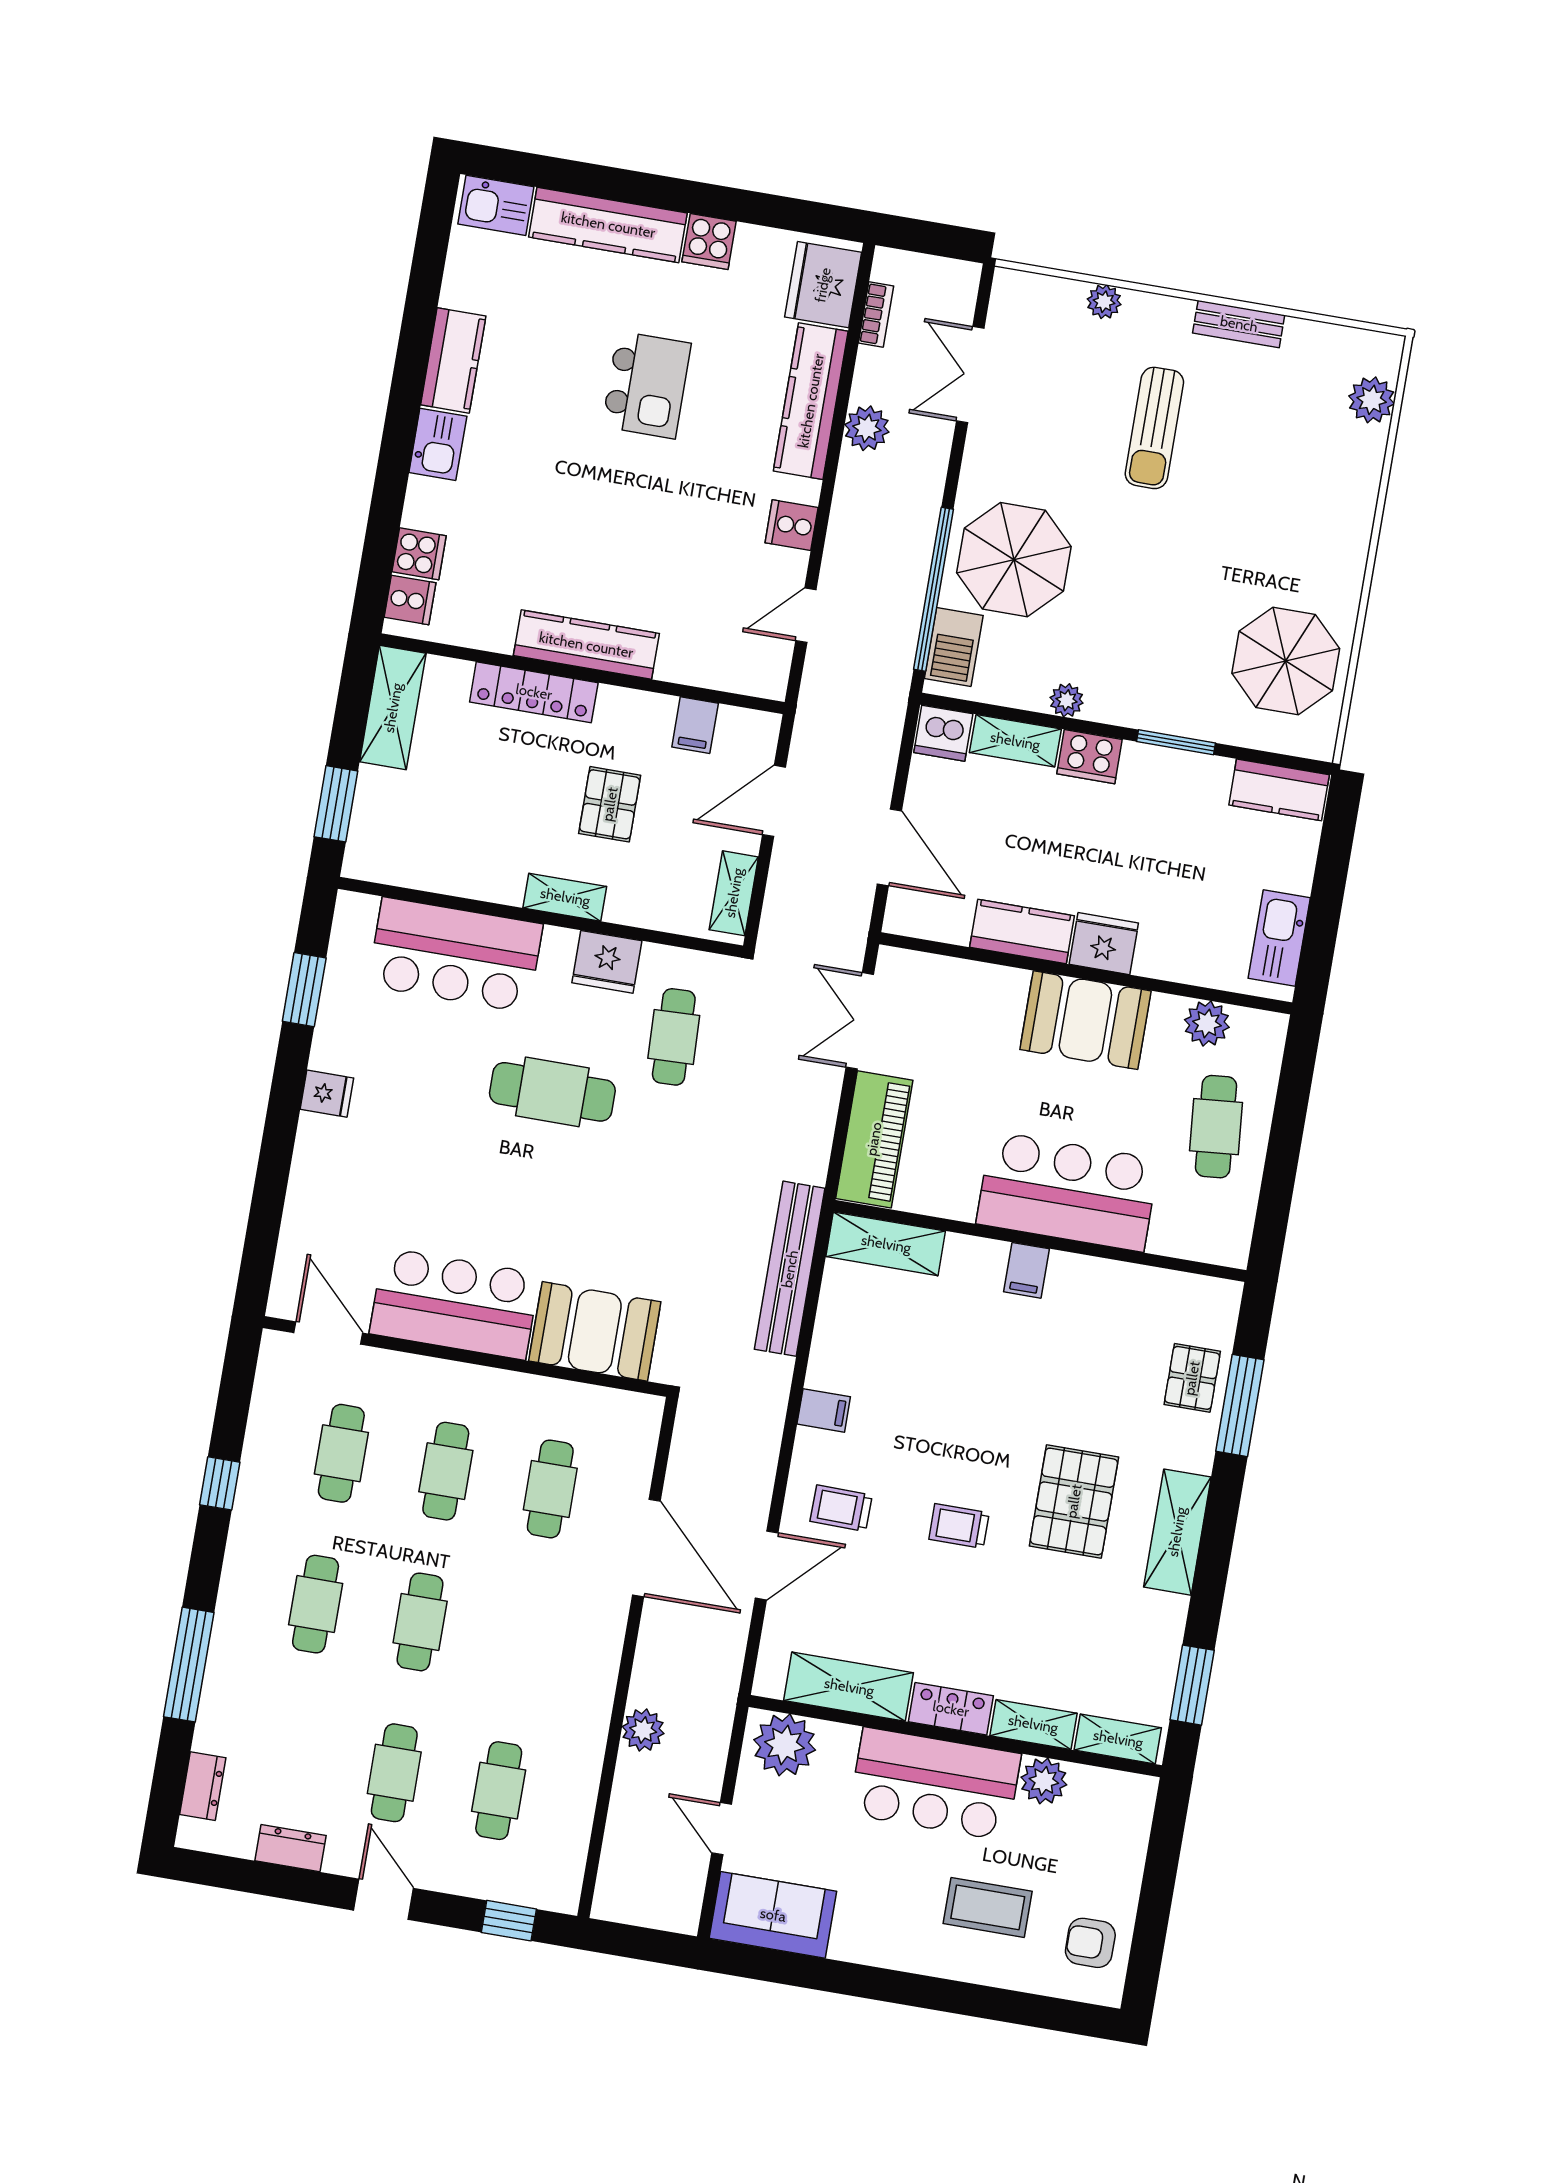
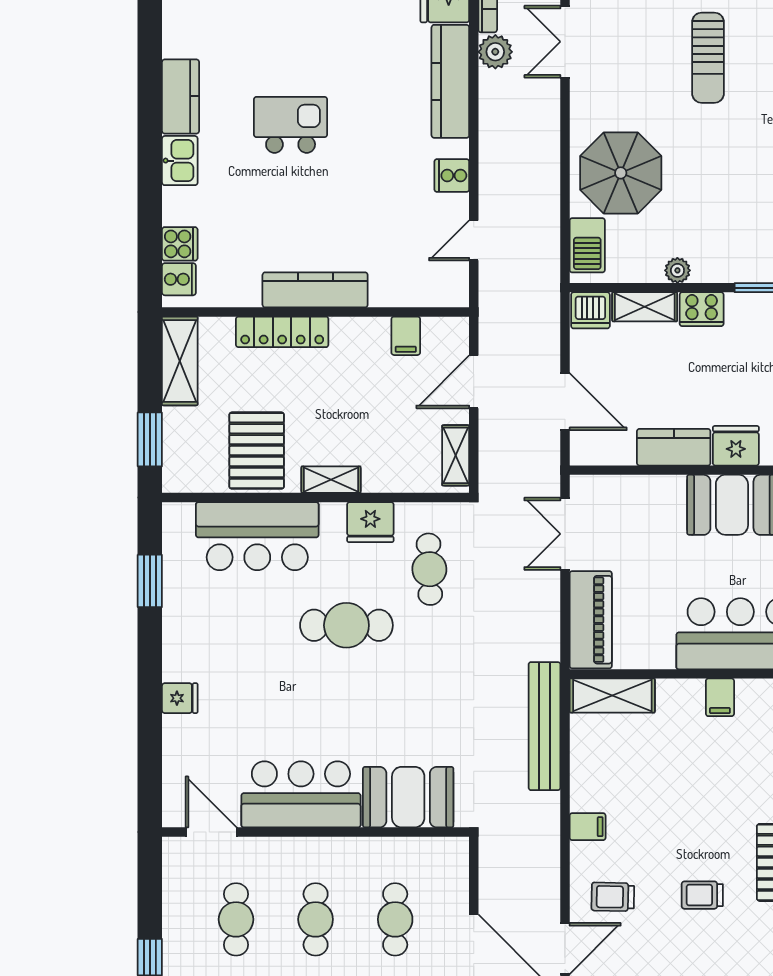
kitchen island: (646, 385) -> (291, 125), moved, turned -90
plant: (867, 428) -> (495, 52), moved
window: (934, 589) -> (565, 205), removed
pallet: (610, 804) -> (257, 451), moved, width x1.50, depth x1.42
fridge: (327, 1094) -> (180, 698), moved

